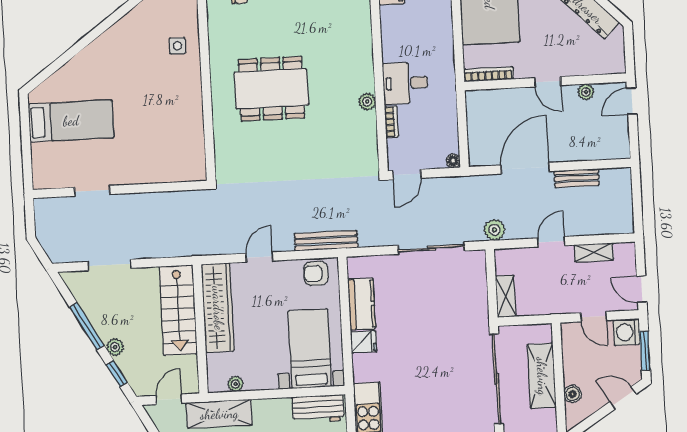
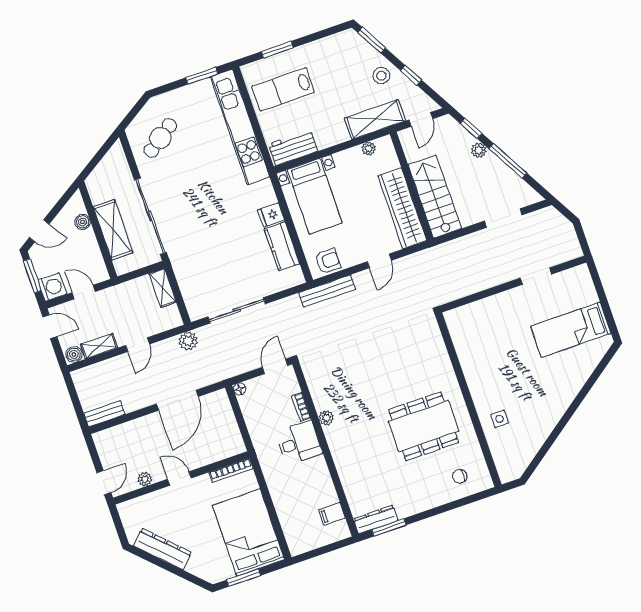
dining table: (271, 89) -> (423, 426), moved
bench: (577, 178) -> (104, 414), moved
boiler: (624, 251) -> (74, 354), added

